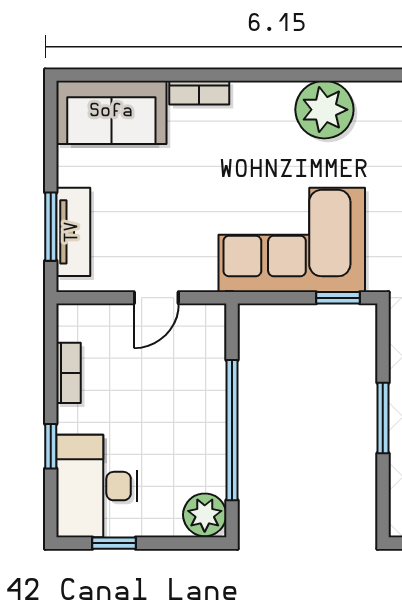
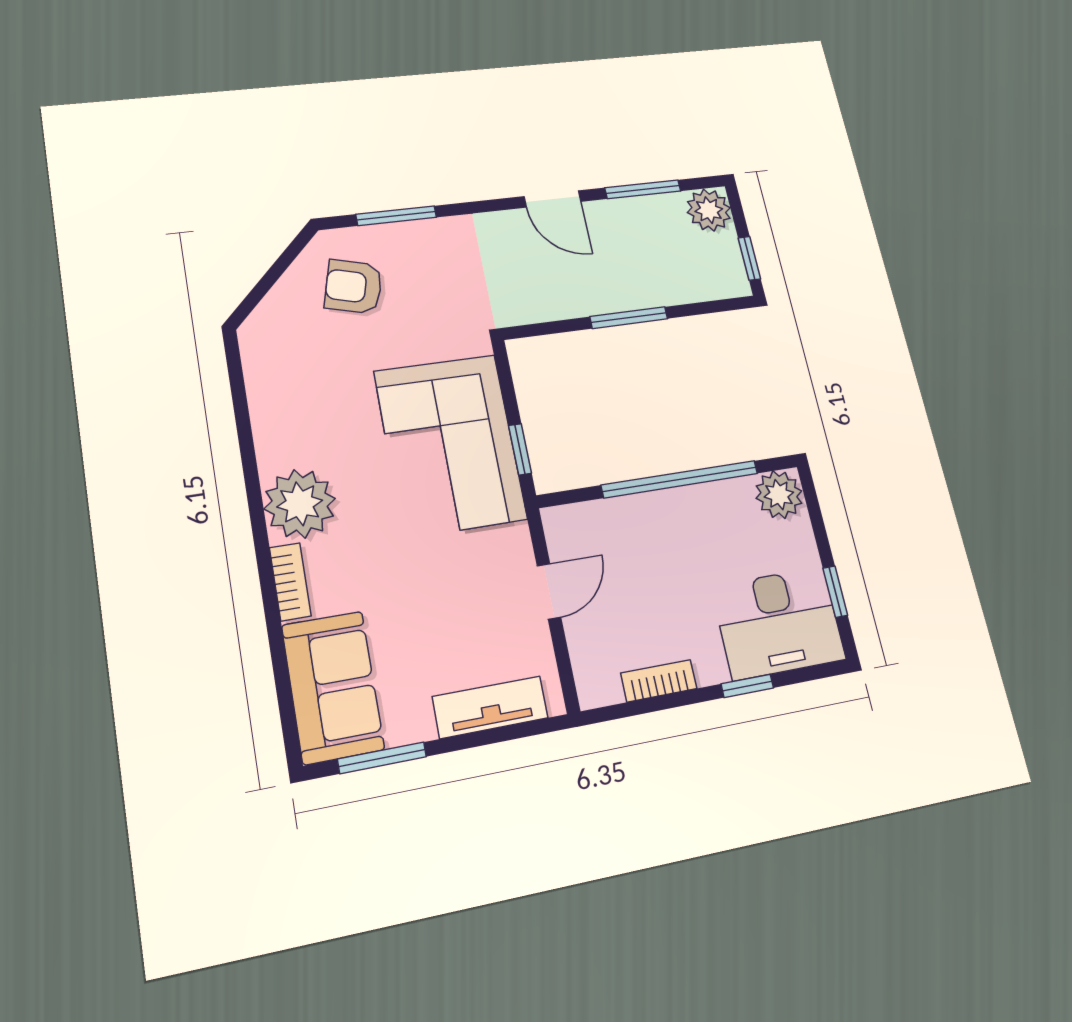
plant: (324, 110) -> (300, 504), moved
window: (51, 227) -> (382, 758), moved
door: (156, 298) -> (549, 591), hinge flipped
window: (338, 298) -> (520, 449), moved

